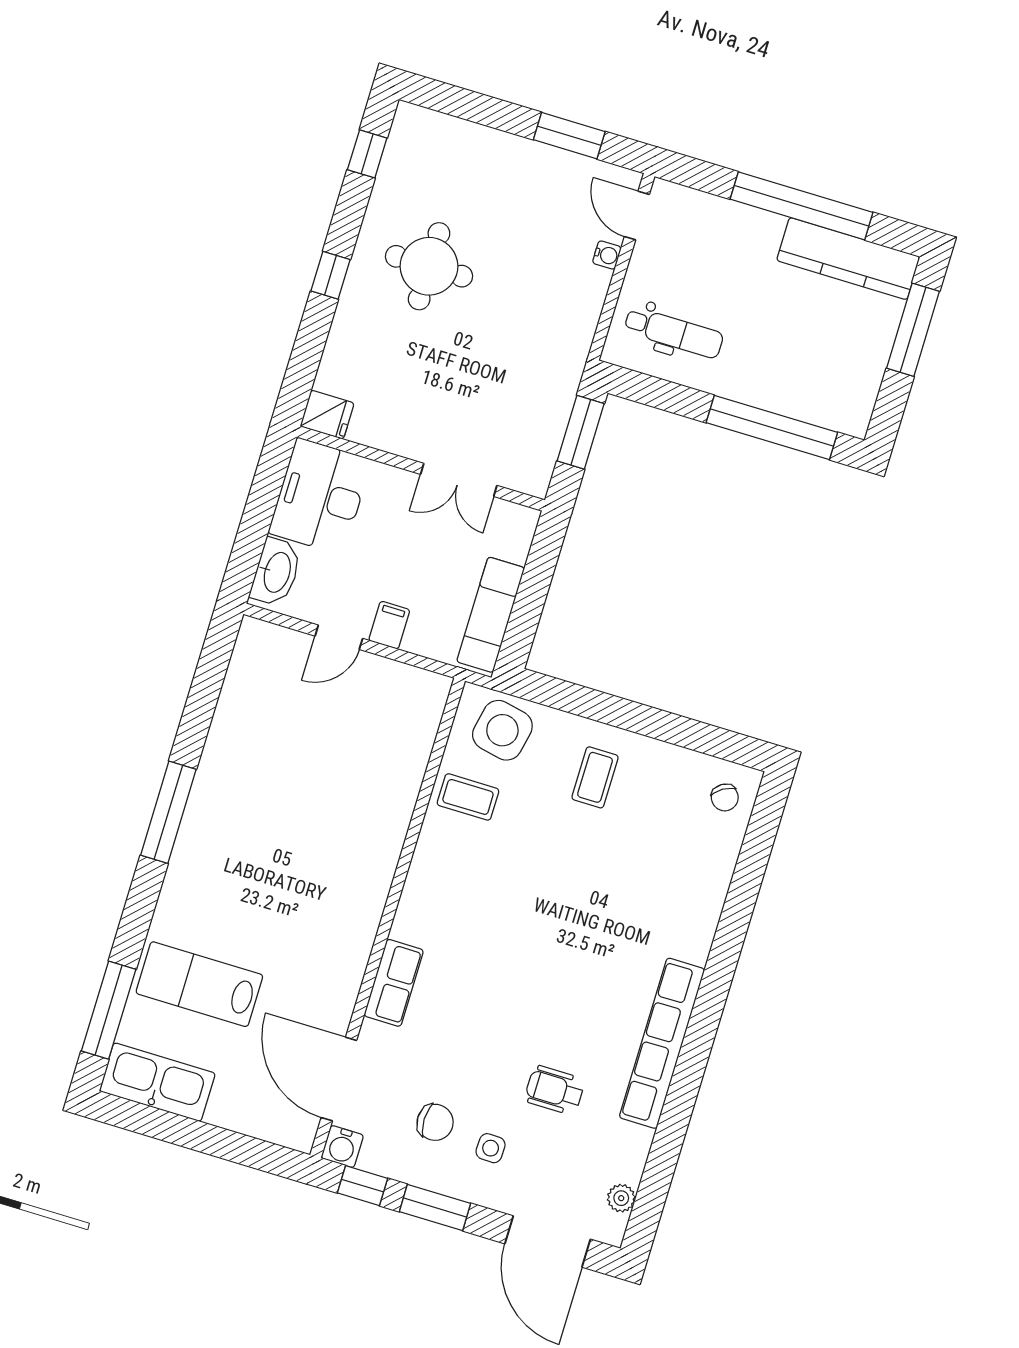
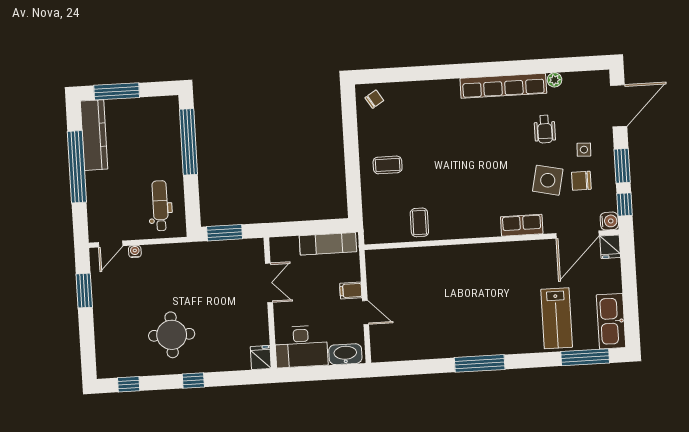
side table: (502, 730) -> (548, 180), moved
chair: (435, 1122) -> (581, 181), turned -90
fridge: (294, 1131) -> (610, 247), added
plant: (621, 1198) -> (555, 80), moved

